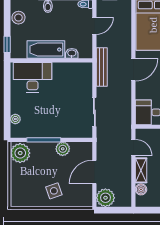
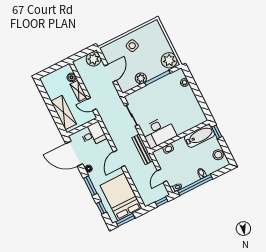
bathtub: (46, 50) -> (199, 136), moved
desk: (33, 77) -> (159, 132), moved

